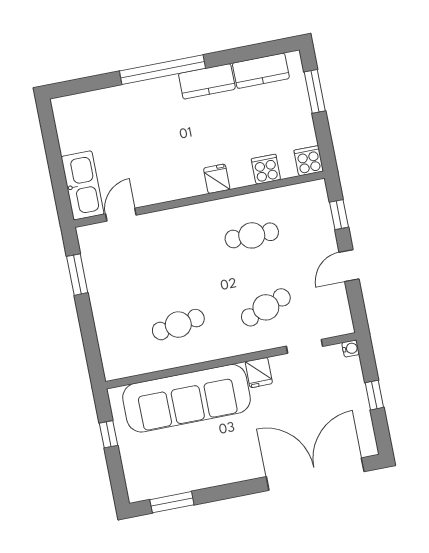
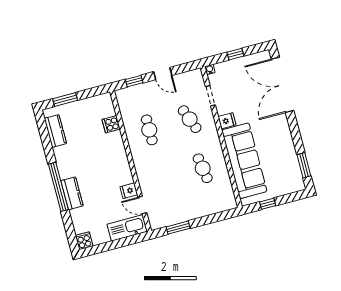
kitchen counter: (207, 81) -> (72, 193), moved
cooker: (309, 161) -> (84, 241), moved, turned 90
fridge: (217, 179) -> (129, 191), moved

